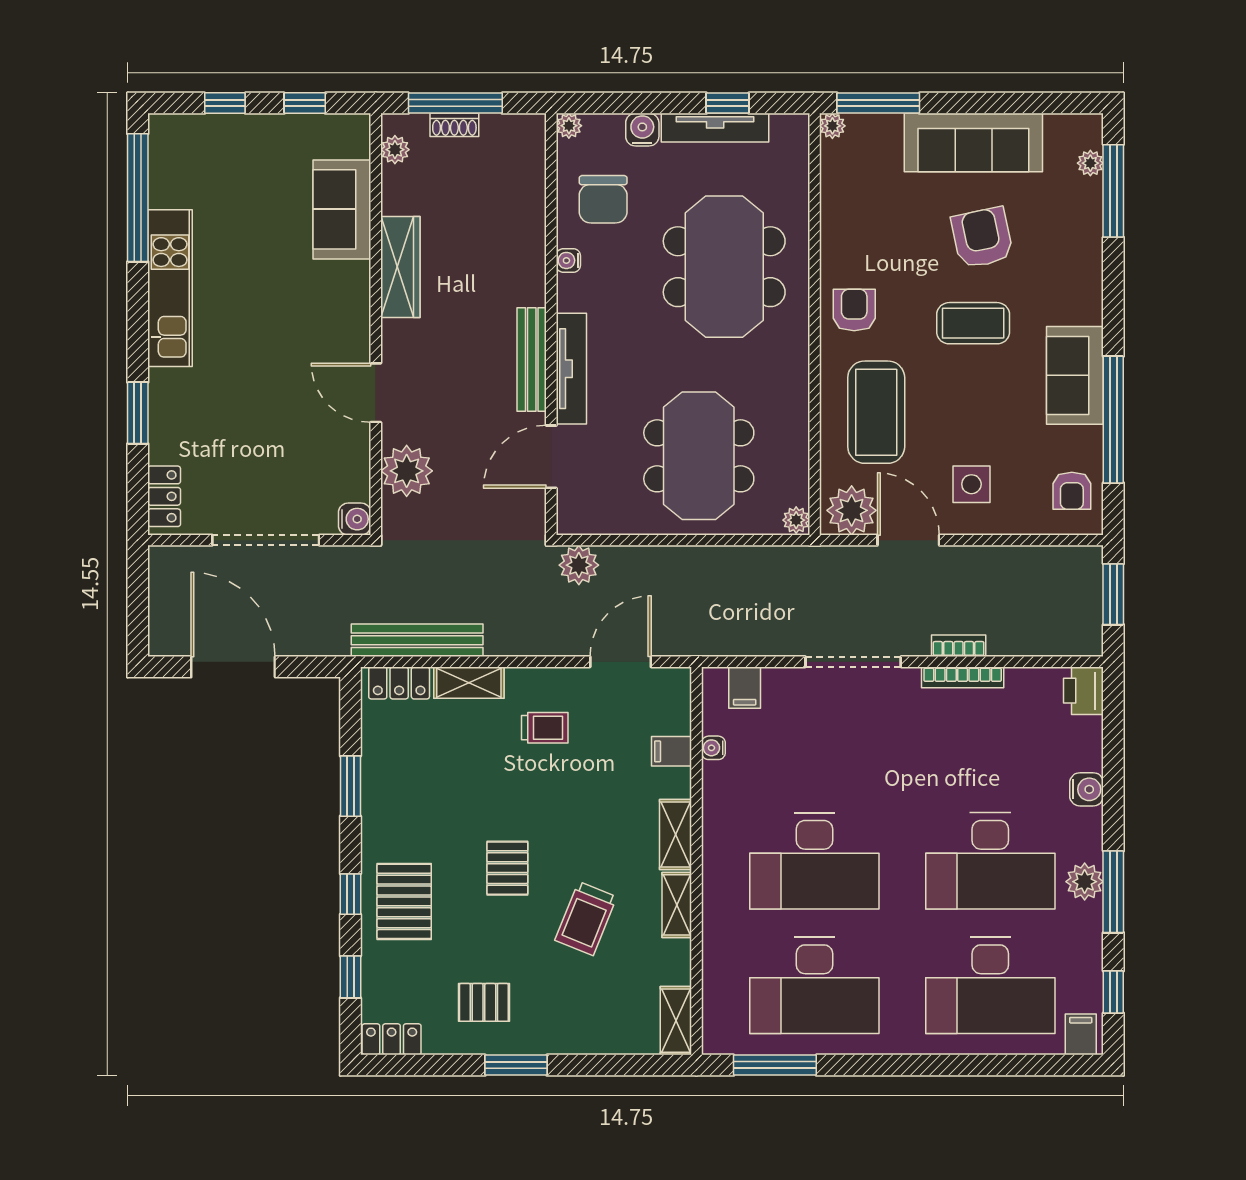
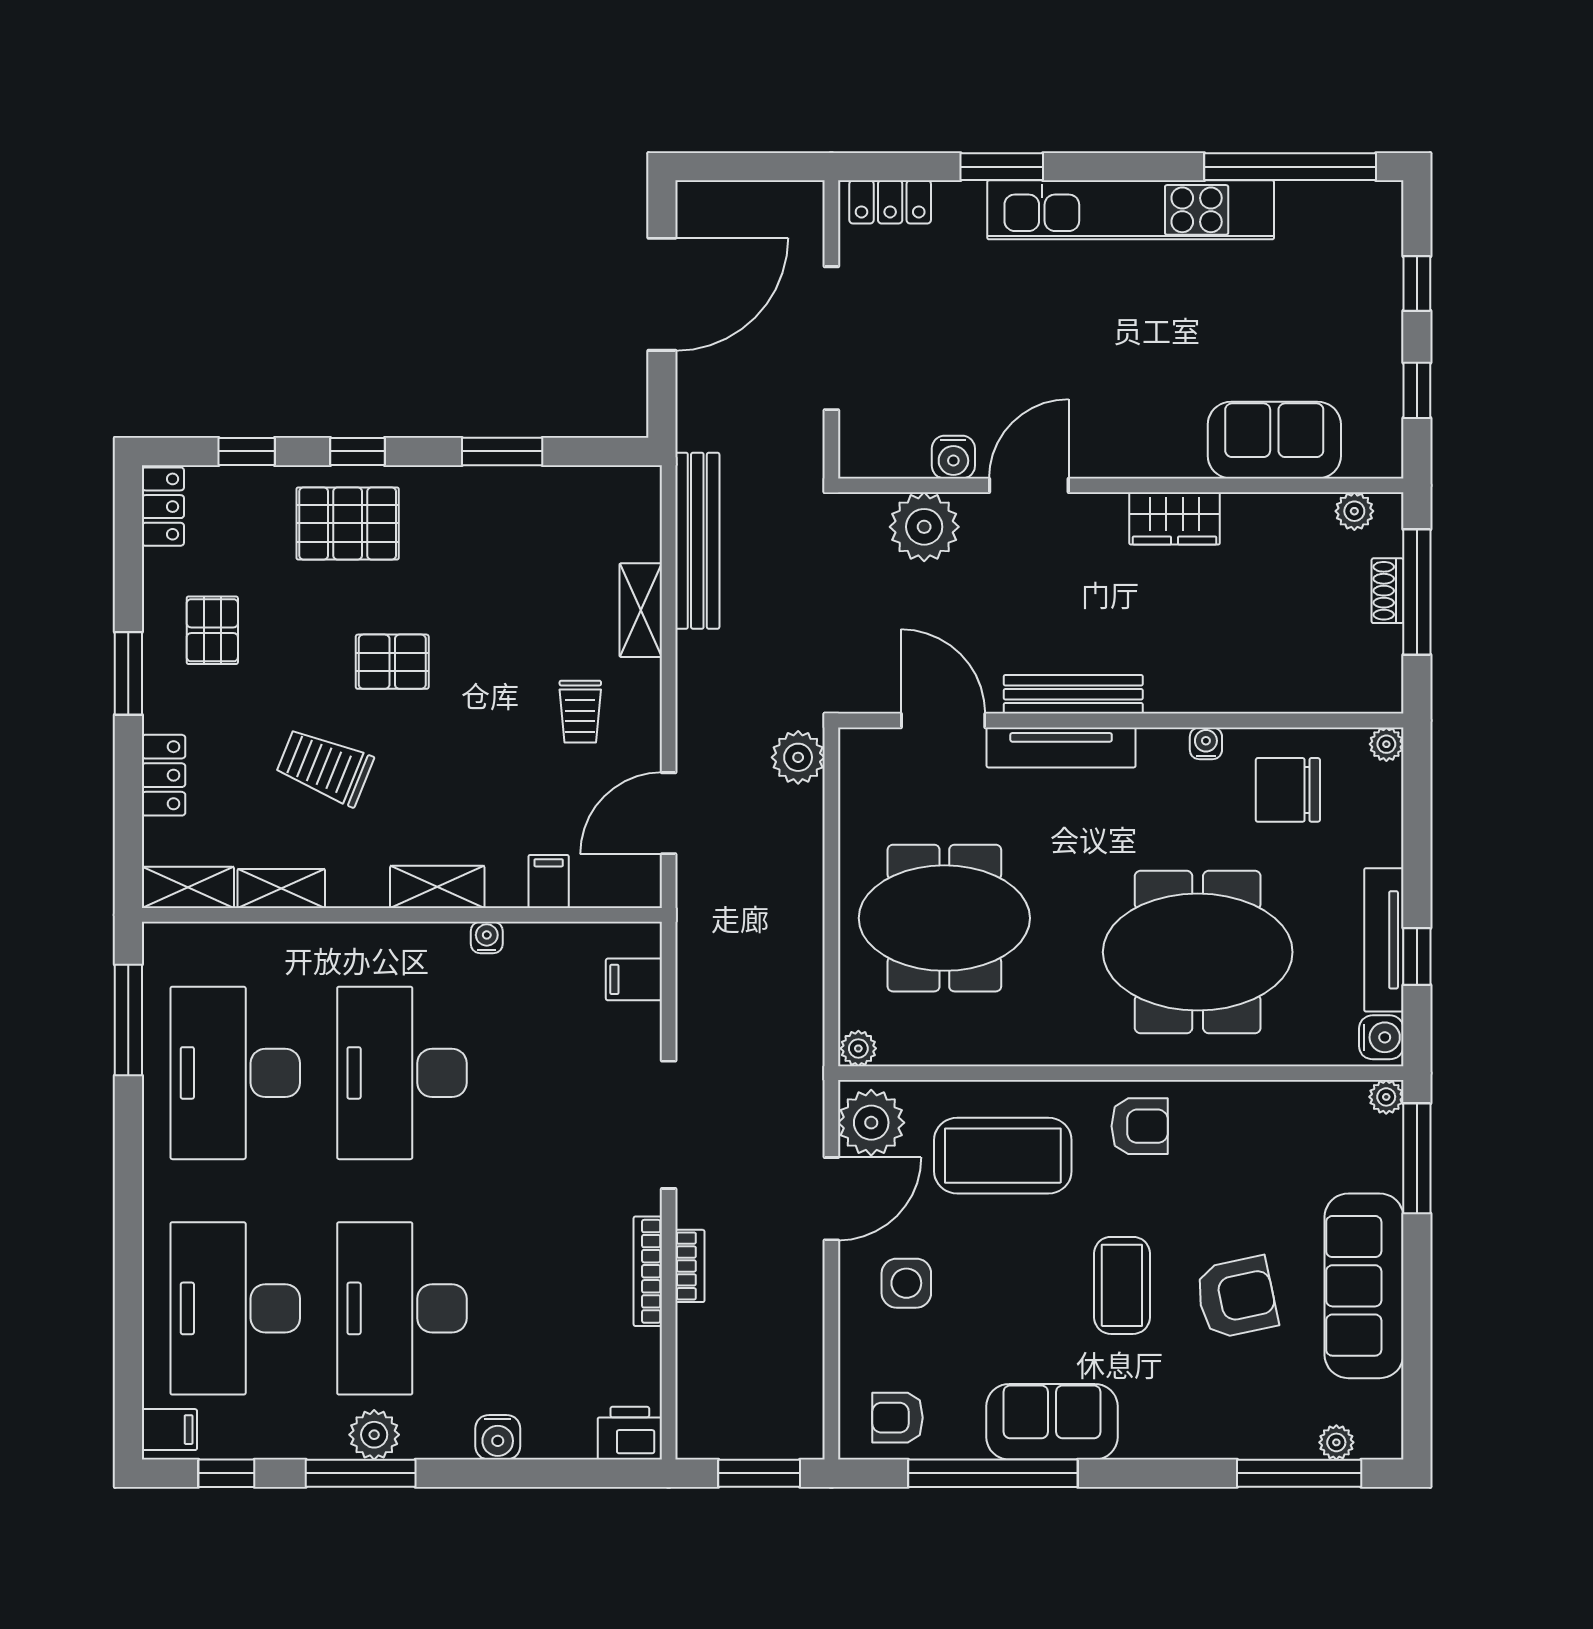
water cooler: (642, 130) -> (1381, 1037), moved
wardrobe: (400, 267) -> (1175, 518), width x0.67
kitchen unit: (170, 288) -> (1131, 210), width x1.36
water cooler: (355, 519) -> (953, 457), moved
door: (621, 662) -> (669, 813), swing flipped
locker: (399, 683) -> (164, 775), moved, turned 180
water cooler: (713, 748) -> (487, 938), moved
shelving: (677, 905) -> (281, 888), moved

